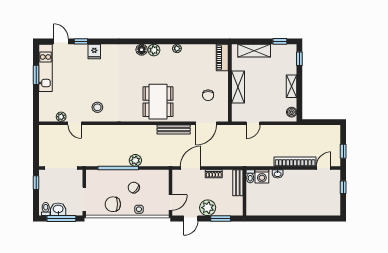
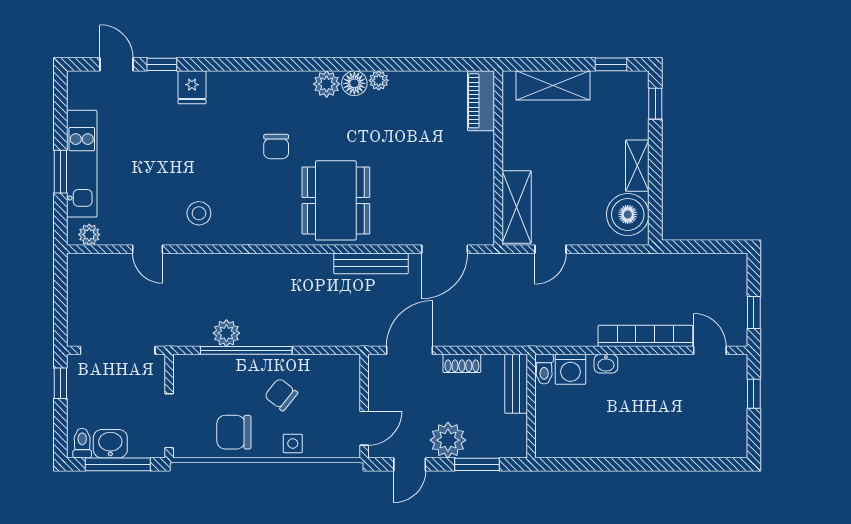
floor lamp: (142, 50) -> (354, 83), moved
kitchen unit: (46, 68) -> (82, 164), moved
window: (36, 75) -> (60, 172), moved
shelving: (238, 87) -> (517, 207), moved
chair: (208, 95) -> (276, 146), moved
boiler: (292, 112) -> (628, 214), width x1.86, depth x1.86
plant: (61, 117) -> (89, 235), moved
plant: (135, 160) -> (226, 333), moved
door: (324, 168) -> (710, 350), hinge flipped

